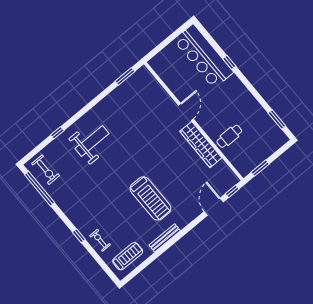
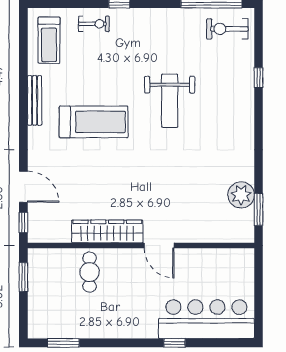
plant: (125, 92) -> (241, 195), added
weight bench: (92, 141) -> (170, 101), moved
treadmill: (150, 198) -> (94, 122), turned 180

